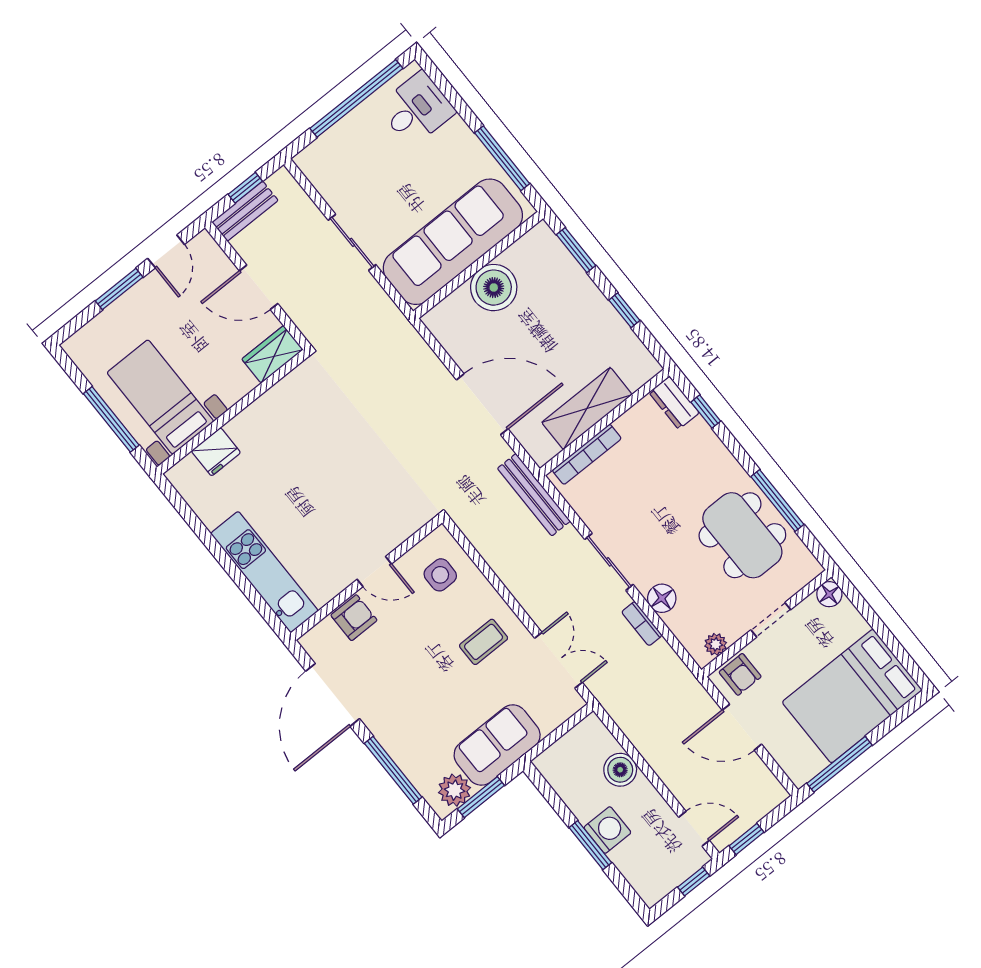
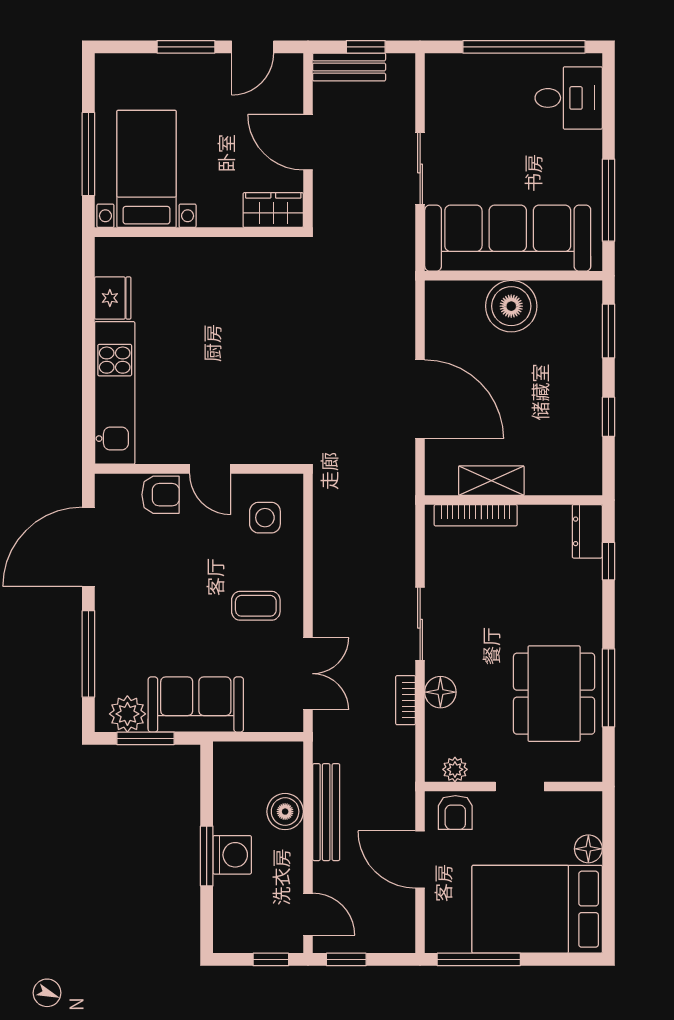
shelving: (587, 408) -> (491, 481), width x0.67, depth x0.75
fridge: (216, 452) -> (113, 298), moved, turned -90
bench: (534, 495) -> (326, 812), moved
floor lamp: (829, 594) -> (588, 849), moved

